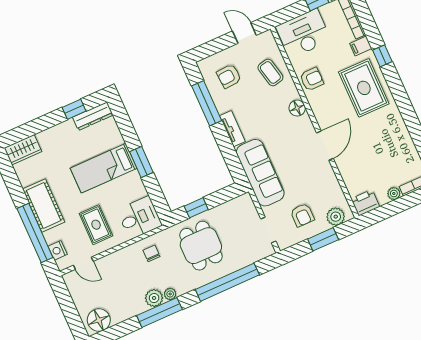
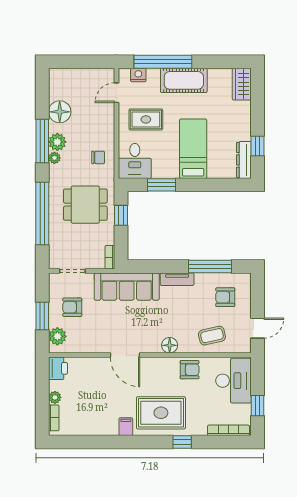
filing cabinet: (361, 46) -> (126, 427), moved
armchair: (229, 76) -> (225, 297), turned -86
armchair: (312, 79) -> (190, 370), turned -90
window: (141, 162) -> (162, 185), moved
bookcase: (240, 201) -> (110, 257), added
floor lamp: (99, 320) -> (60, 112), moved

